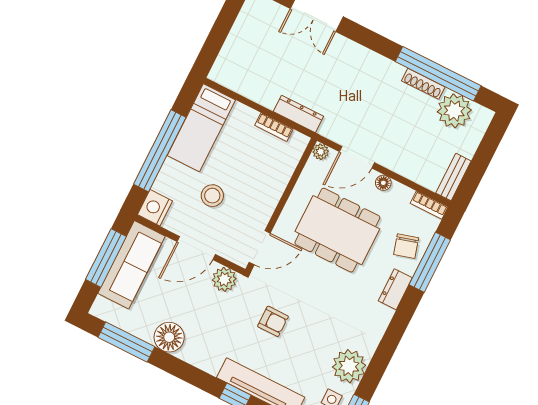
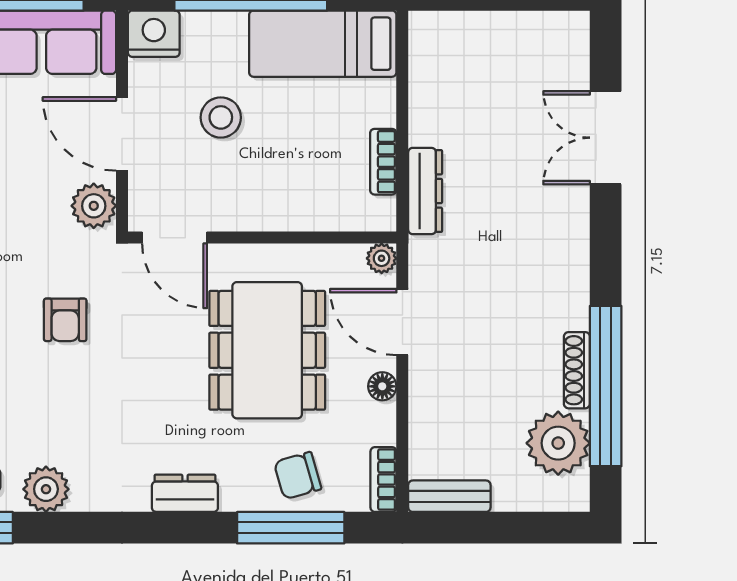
dresser: (395, 289) -> (185, 493), moved
plant: (349, 366) -> (46, 489), width x0.73, depth x0.73

